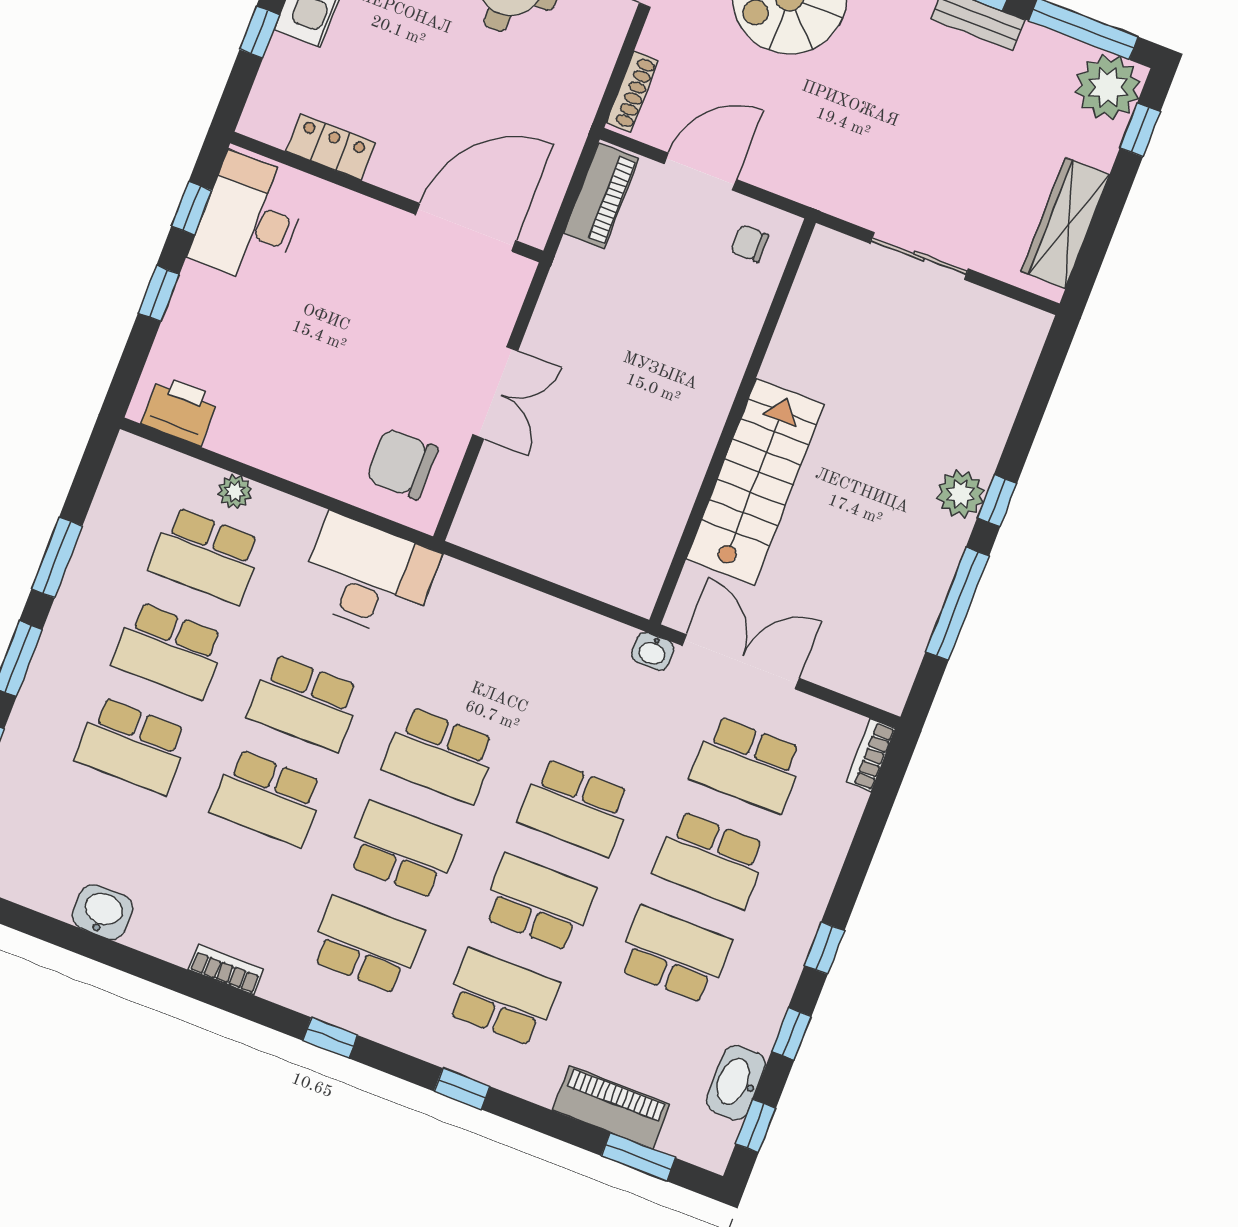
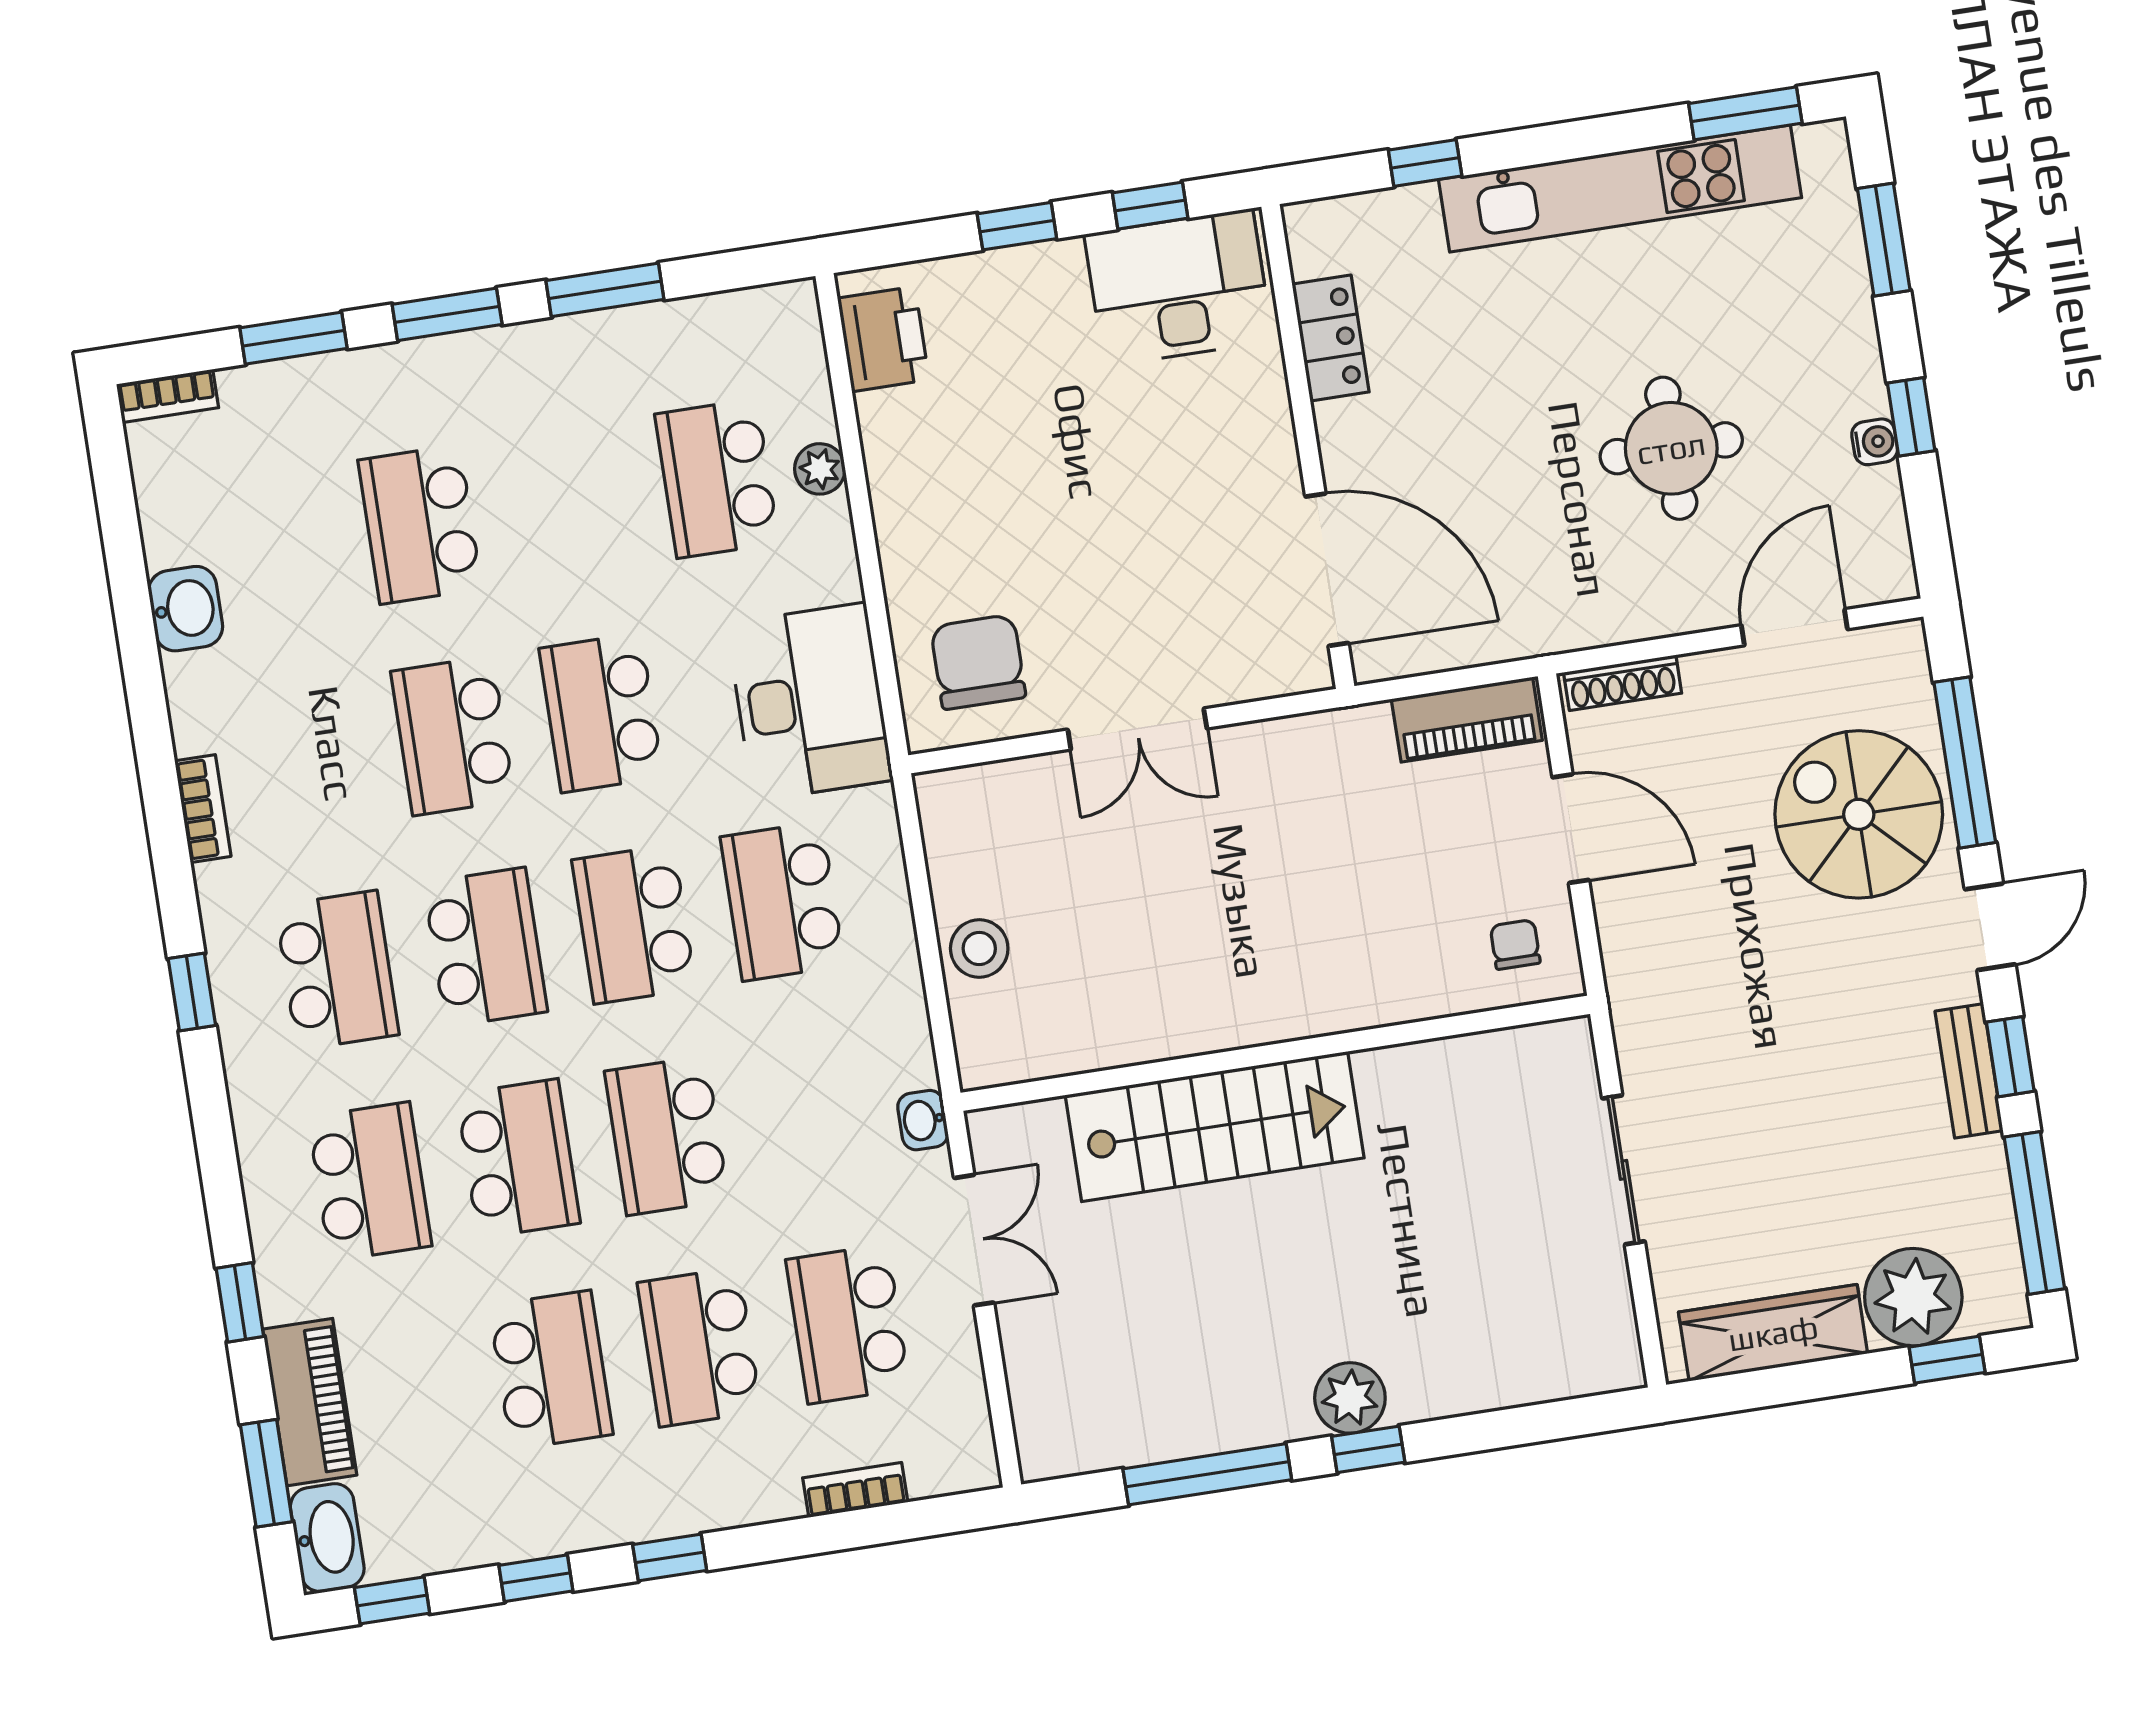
plant: (1108, 87) -> (1913, 1297), moved
stool: (571, 560) -> (979, 948), added
school desk: (169, 650) -> (782, 901), moved
double door: (741, 662) -> (974, 1240), width x0.73
bookcase: (871, 755) -> (855, 1490), moved
washbasin: (736, 1082) -> (327, 1538), moved, turned 90
window: (462, 1089) -> (240, 1302), moved

